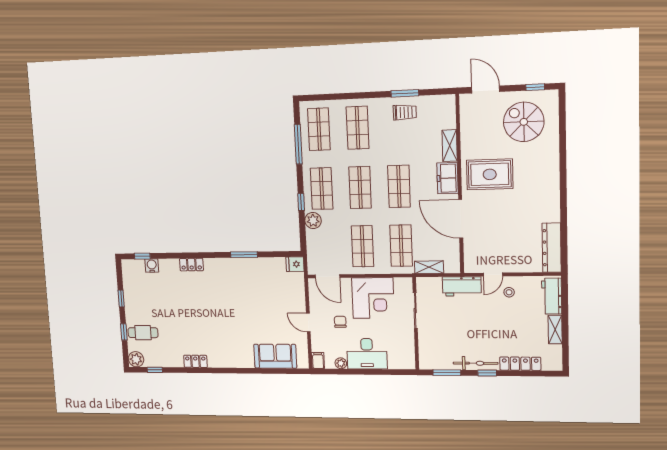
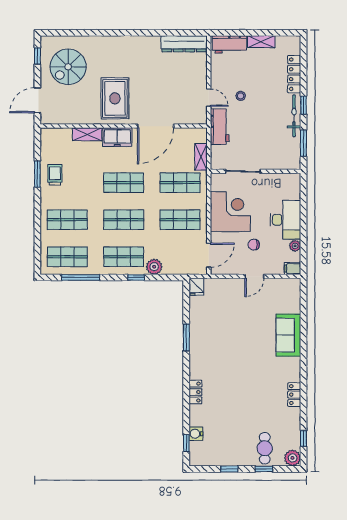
stool: (509, 292) -> (241, 96), moved
sofa: (275, 356) -> (288, 335), moved

